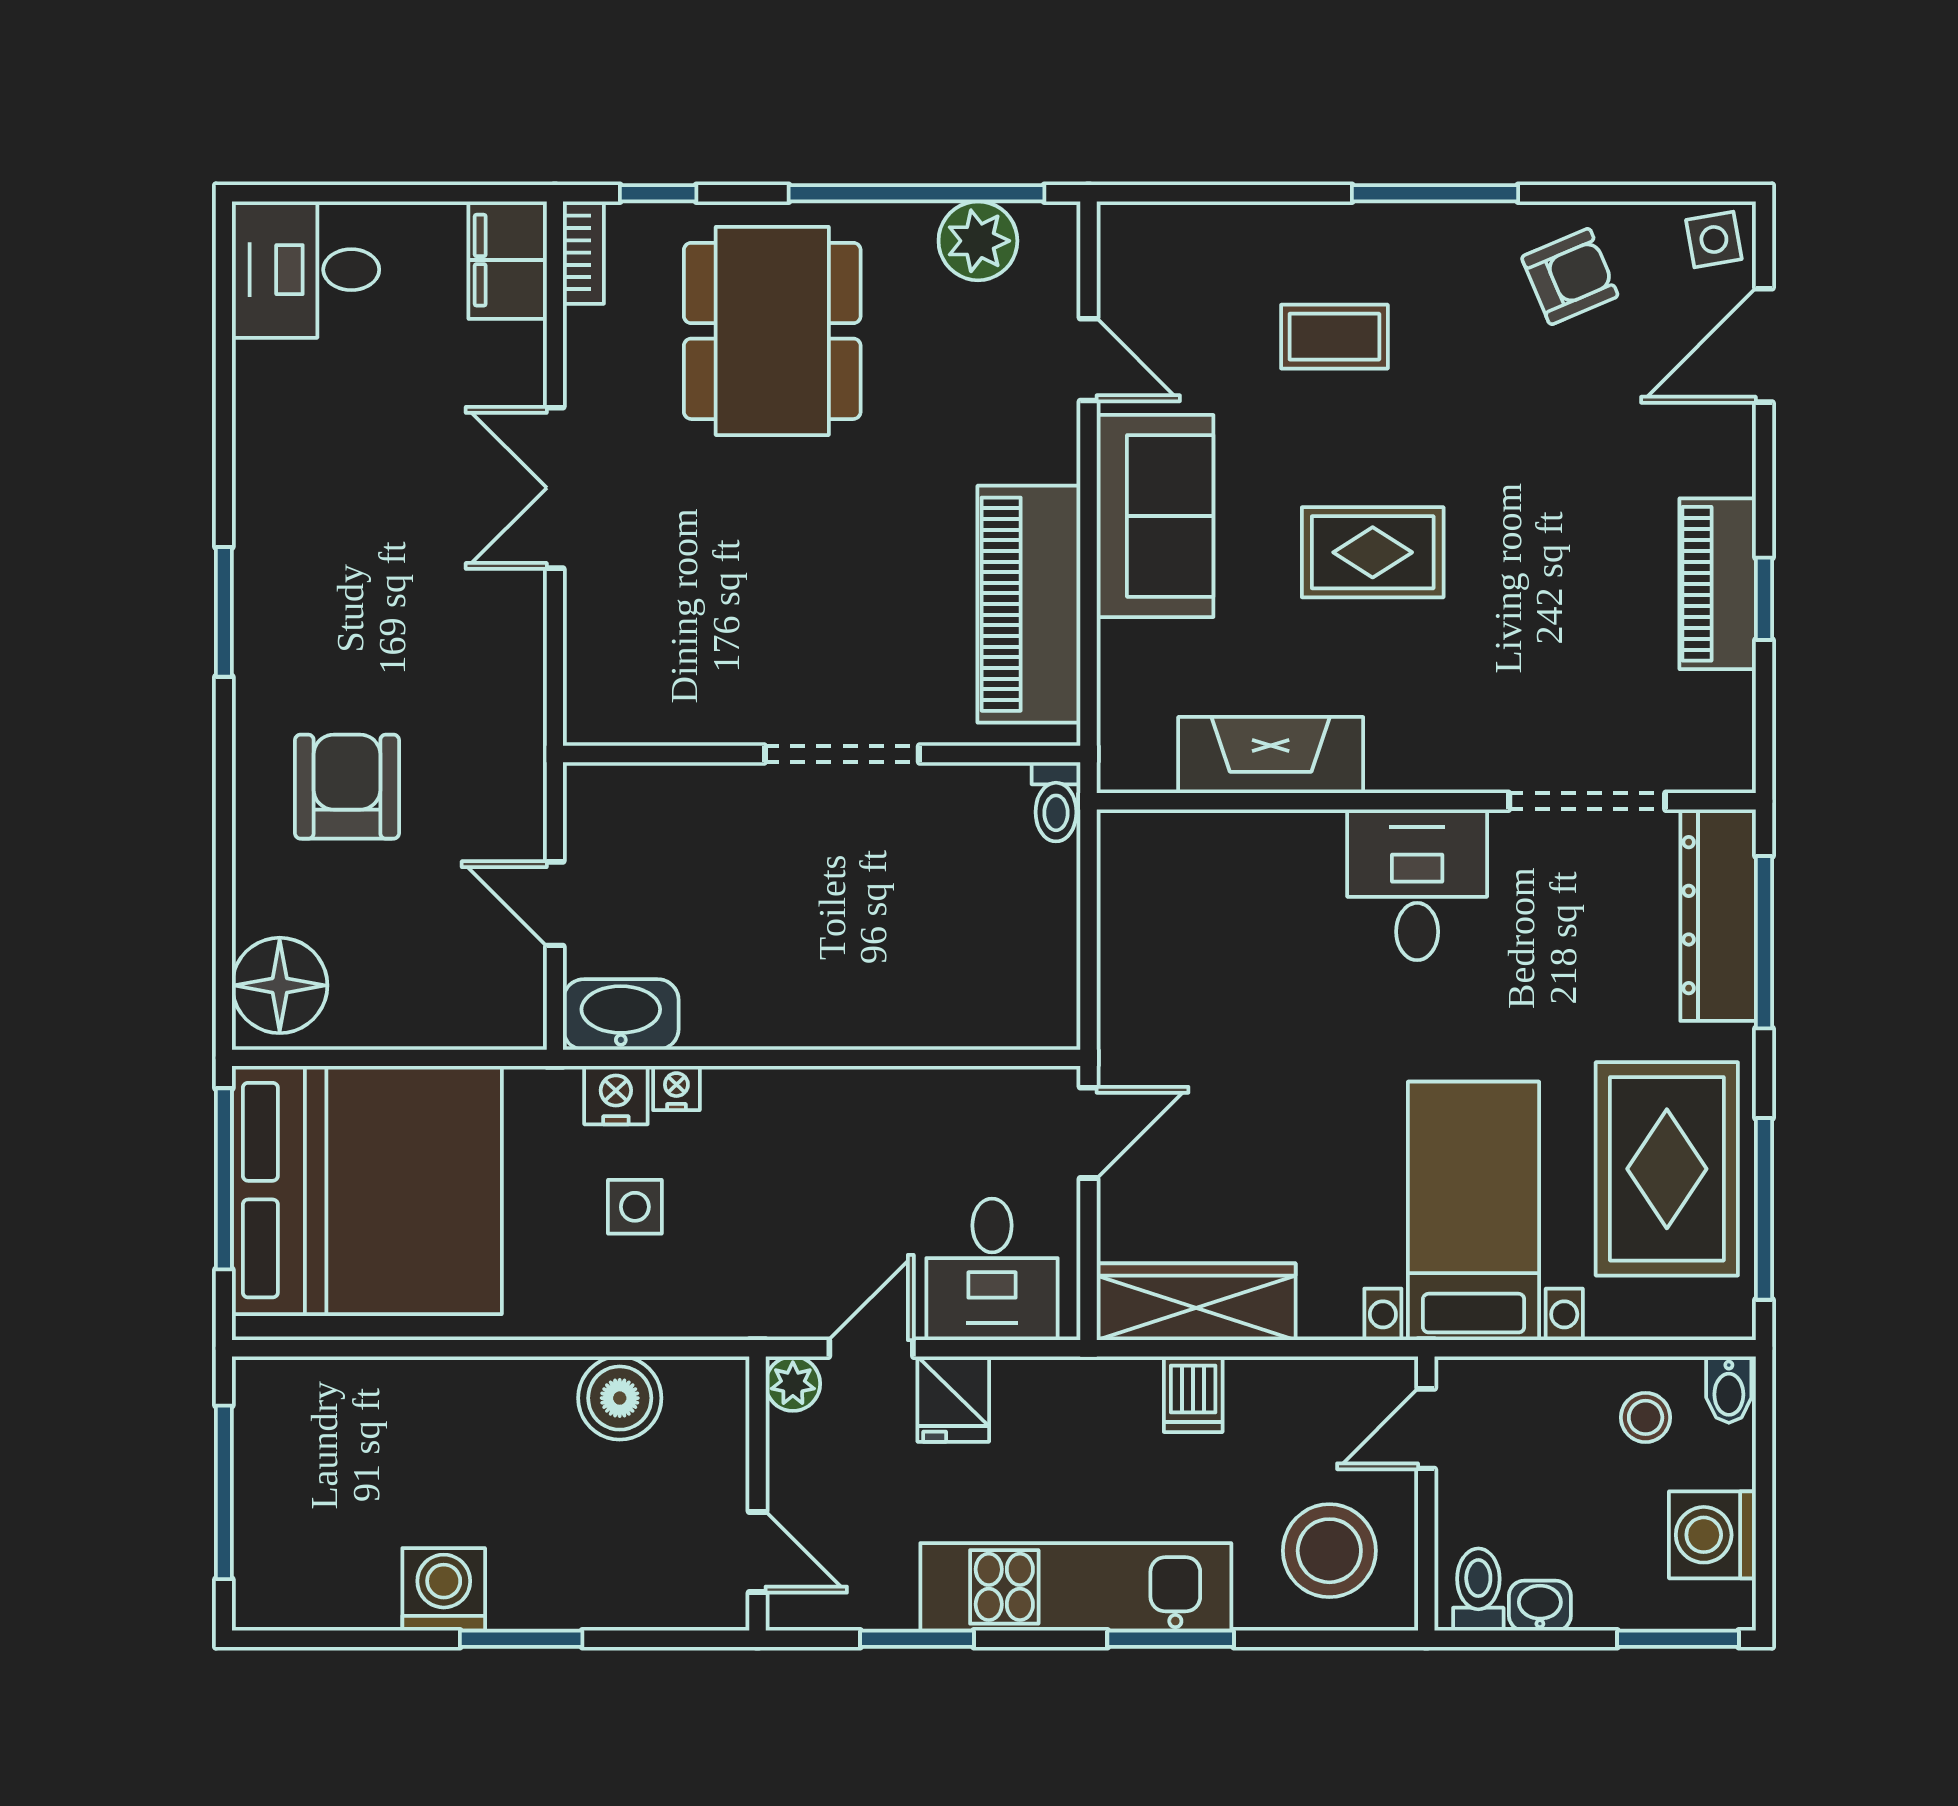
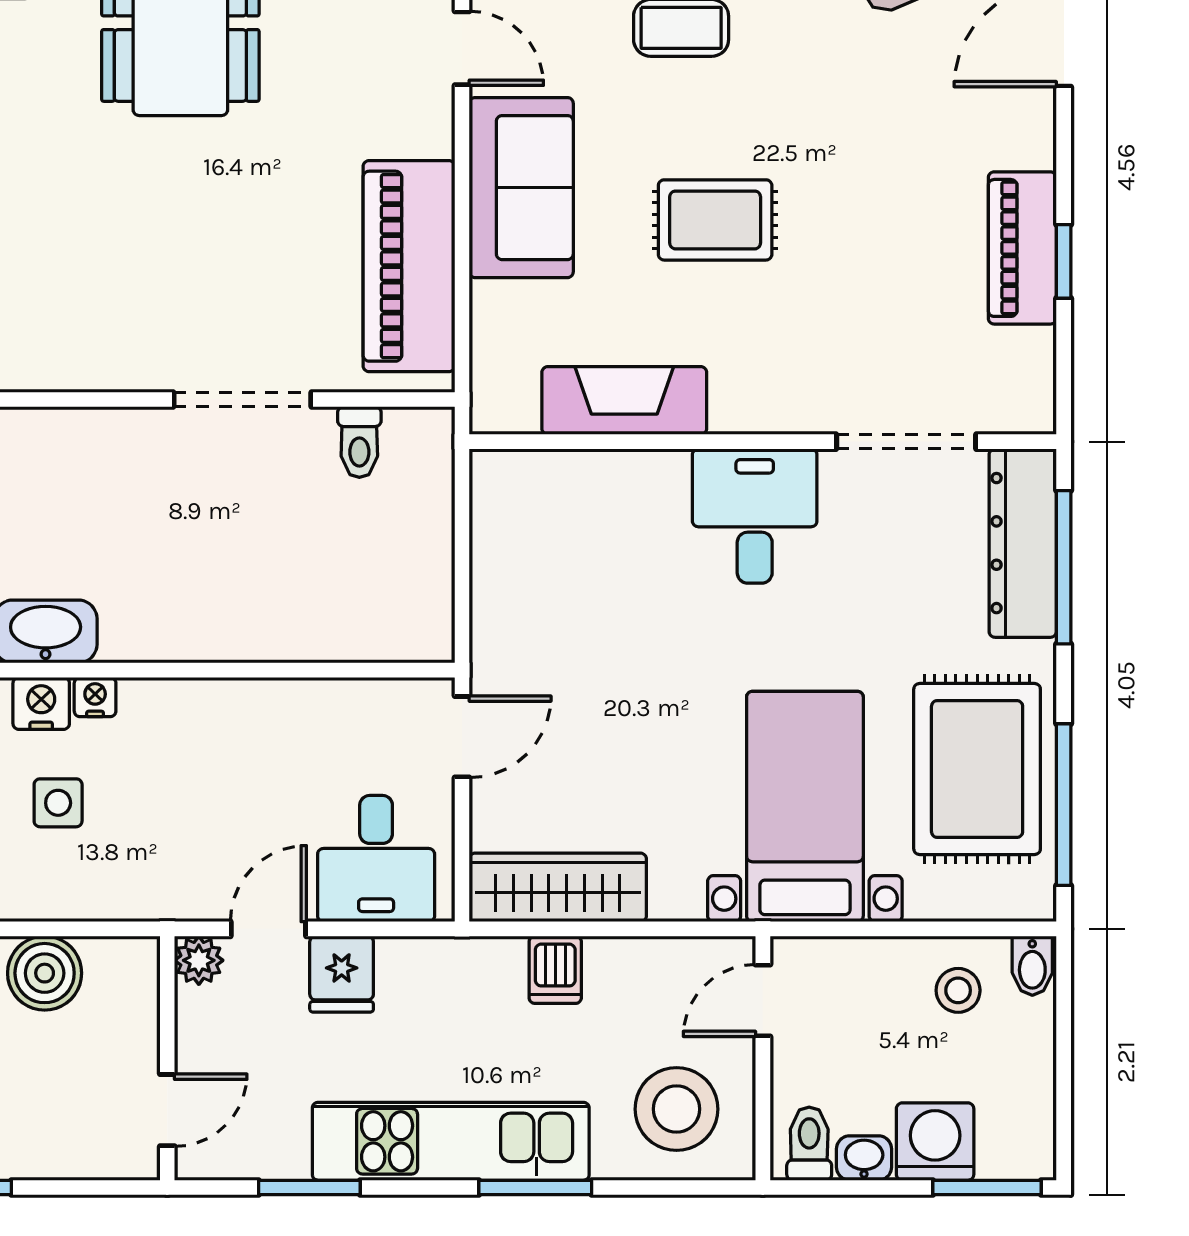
toilet: (1056, 802) -> (359, 442), moved
washing machine: (1712, 1535) -> (935, 1142), moved, turned 90
door: (758, 1552) -> (167, 1110), hinge flipped

